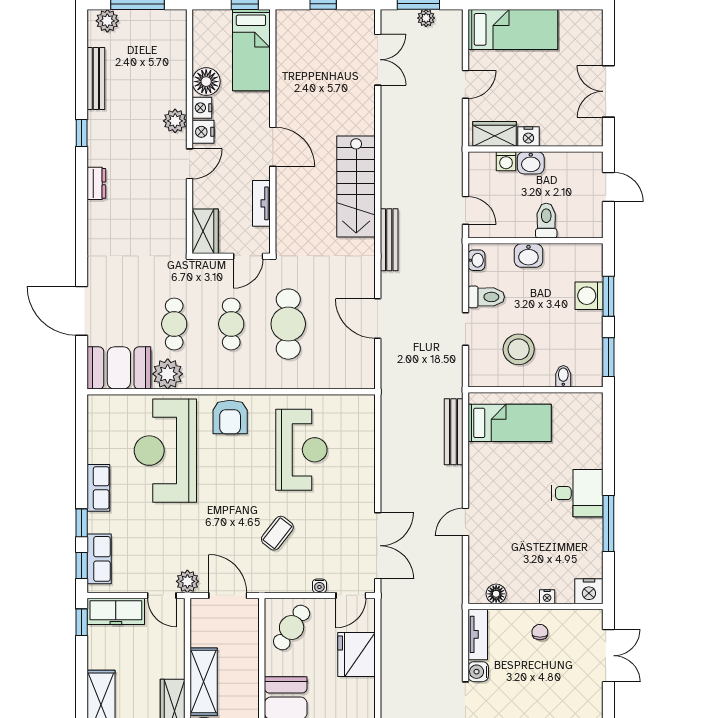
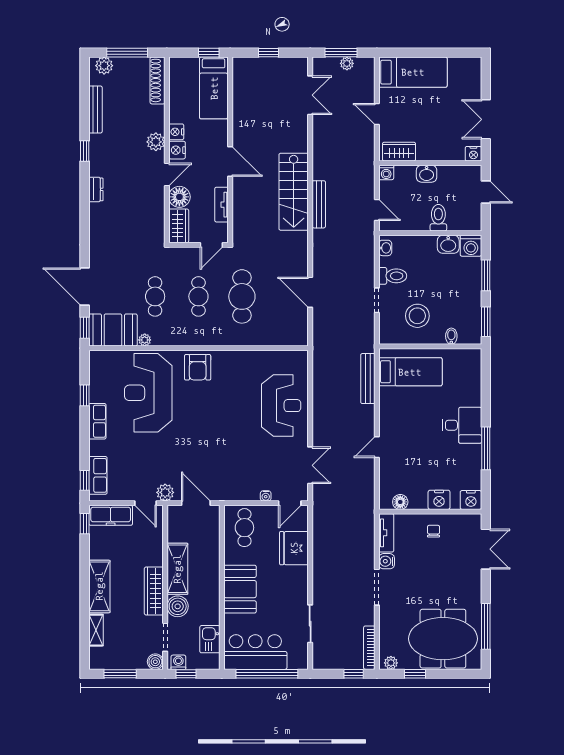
shoe rack: (177, 40) -> (158, 80), added
floor lamp: (206, 82) -> (179, 197), moved
door: (465, 84) -> (377, 114), swing flipped
nightstand: (528, 137) -> (473, 154), moved
washing machine: (506, 161) -> (386, 172), moved
bench: (389, 240) -> (319, 204), moved
washbasin: (528, 255) -> (448, 244), moved
washing machine: (589, 296) -> (471, 246), moved, turned -90
window: (82, 365) -> (85, 328), added
plant: (168, 374) -> (145, 340), width x0.53, depth x0.53
reception desk: (301, 450) -> (281, 406), moved
window: (82, 523) -> (85, 395), moved
coffee table: (277, 533) -> (234, 456), removed
double door: (378, 546) -> (310, 465), width x0.73
nightstand: (547, 597) -> (439, 500), width x1.89, depth x1.79
cafe table: (292, 627) -> (244, 528), turned -34

